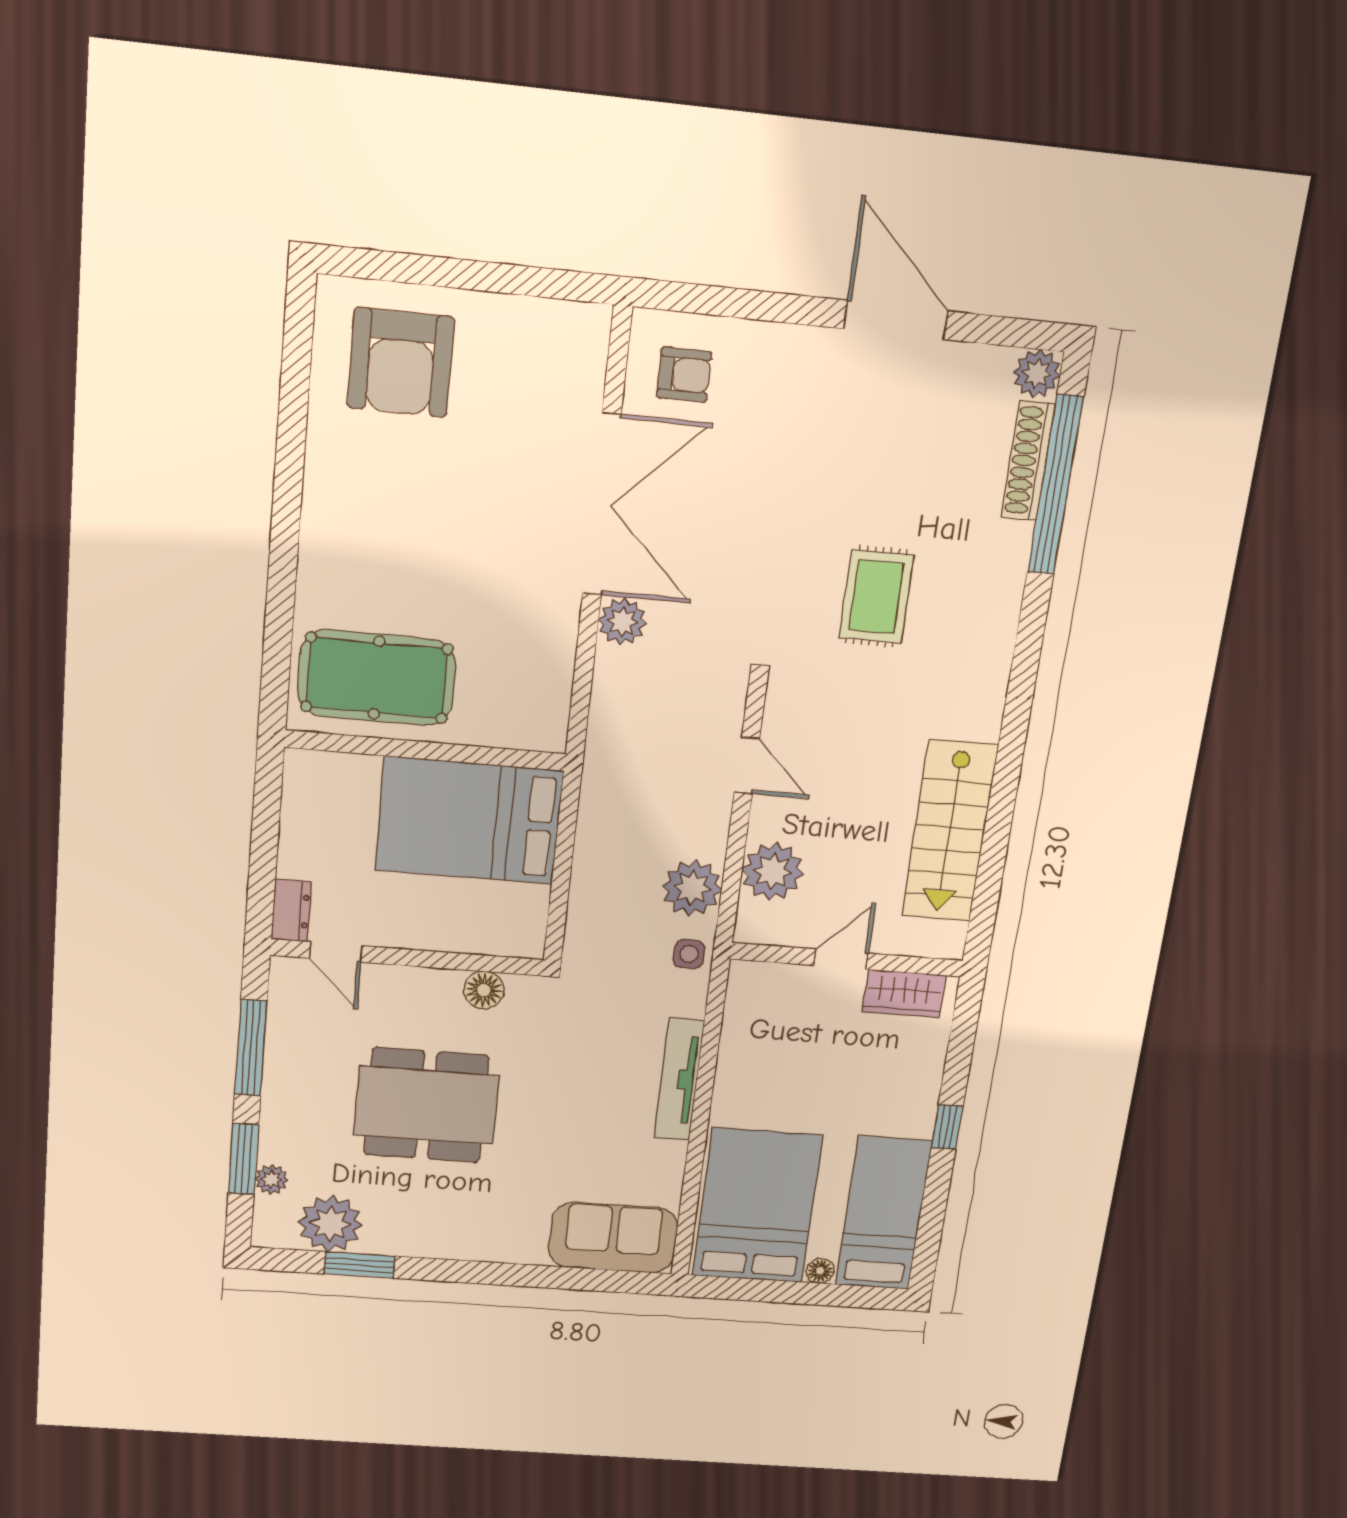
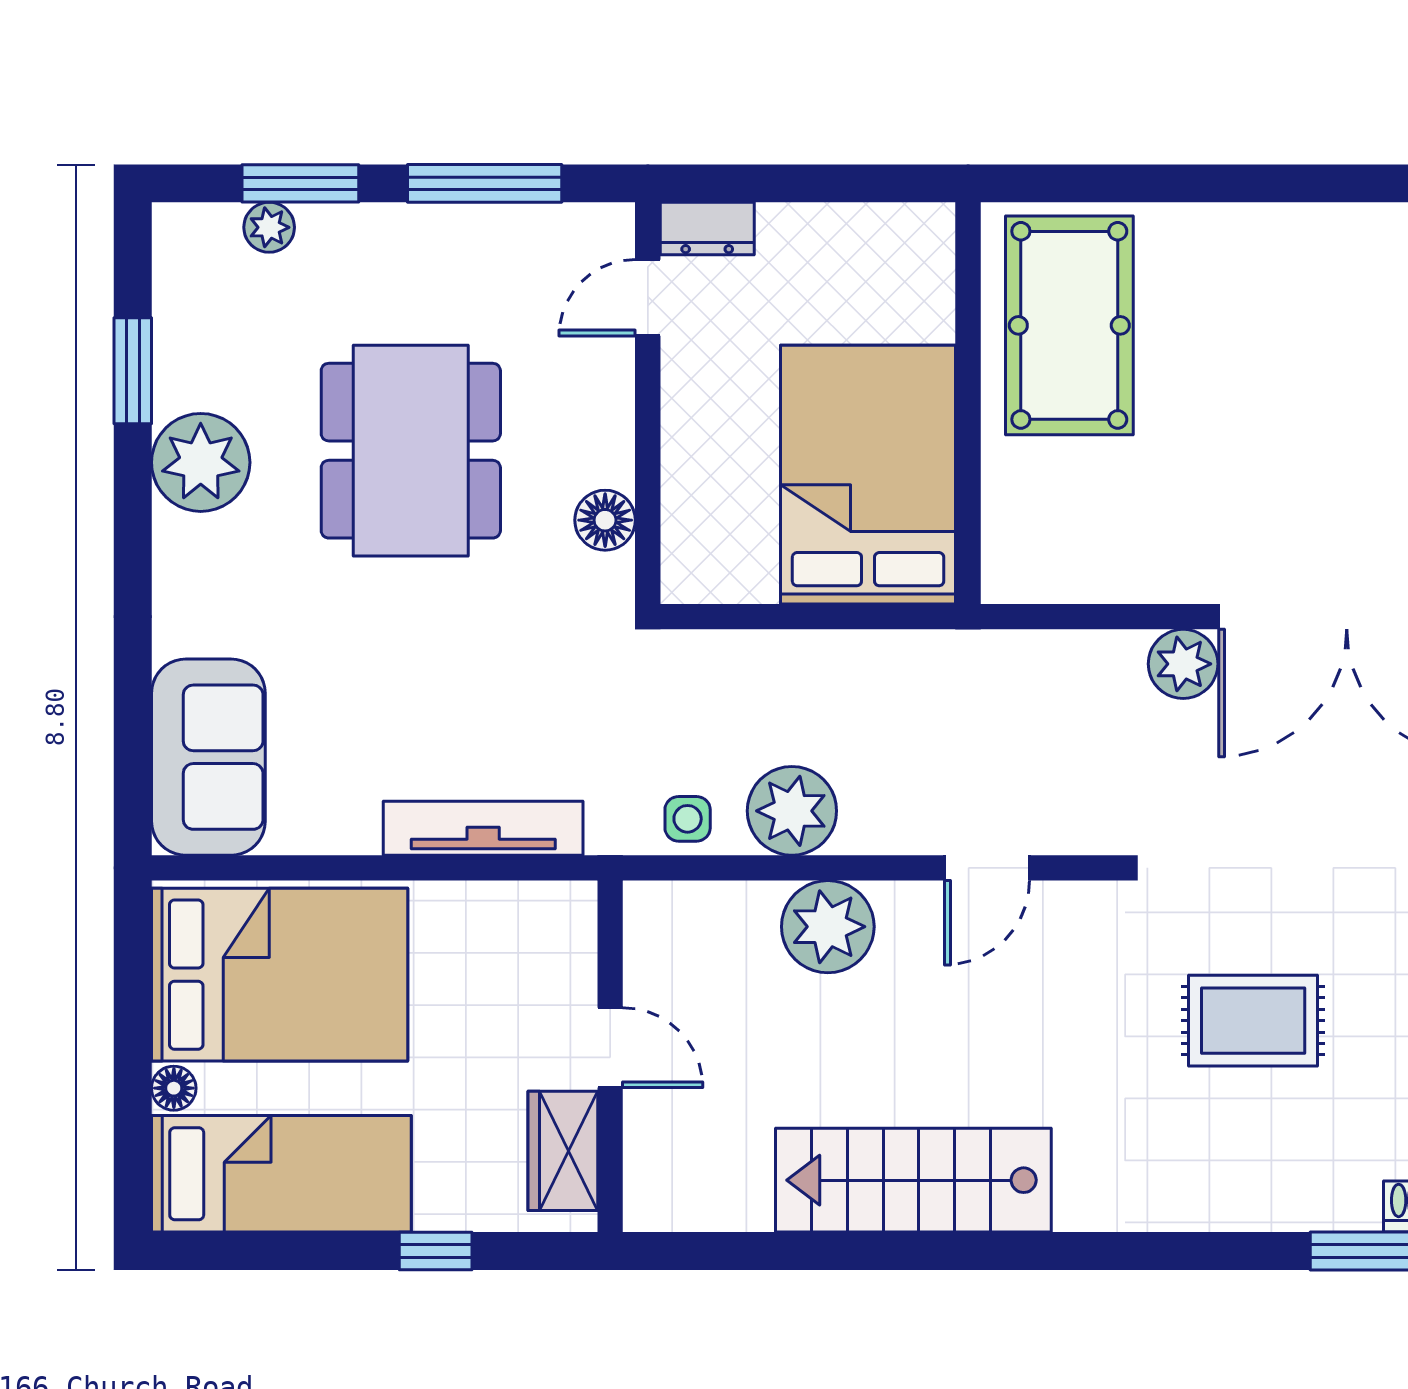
door: (841, 959) -> (610, 1048), moved
wall: (847, 960) -> (610, 1056), moved
wardrobe: (904, 994) -> (563, 1151), moved
plant: (330, 1224) -> (201, 462), moved

